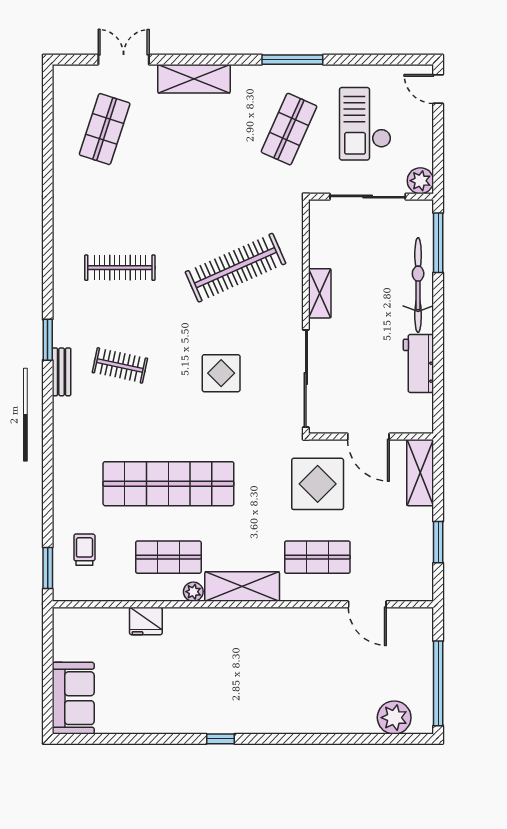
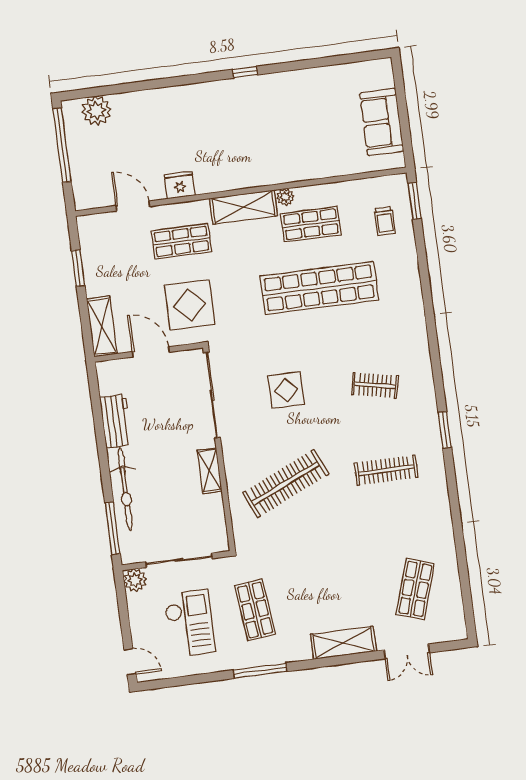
shop shelf: (289, 129) -> (255, 610), turned -30
window: (48, 340) -> (445, 430), moved
bench: (62, 372) -> (425, 373), removed
fridge: (146, 621) -> (180, 185), moved
sofa: (73, 698) -> (382, 122), moved

